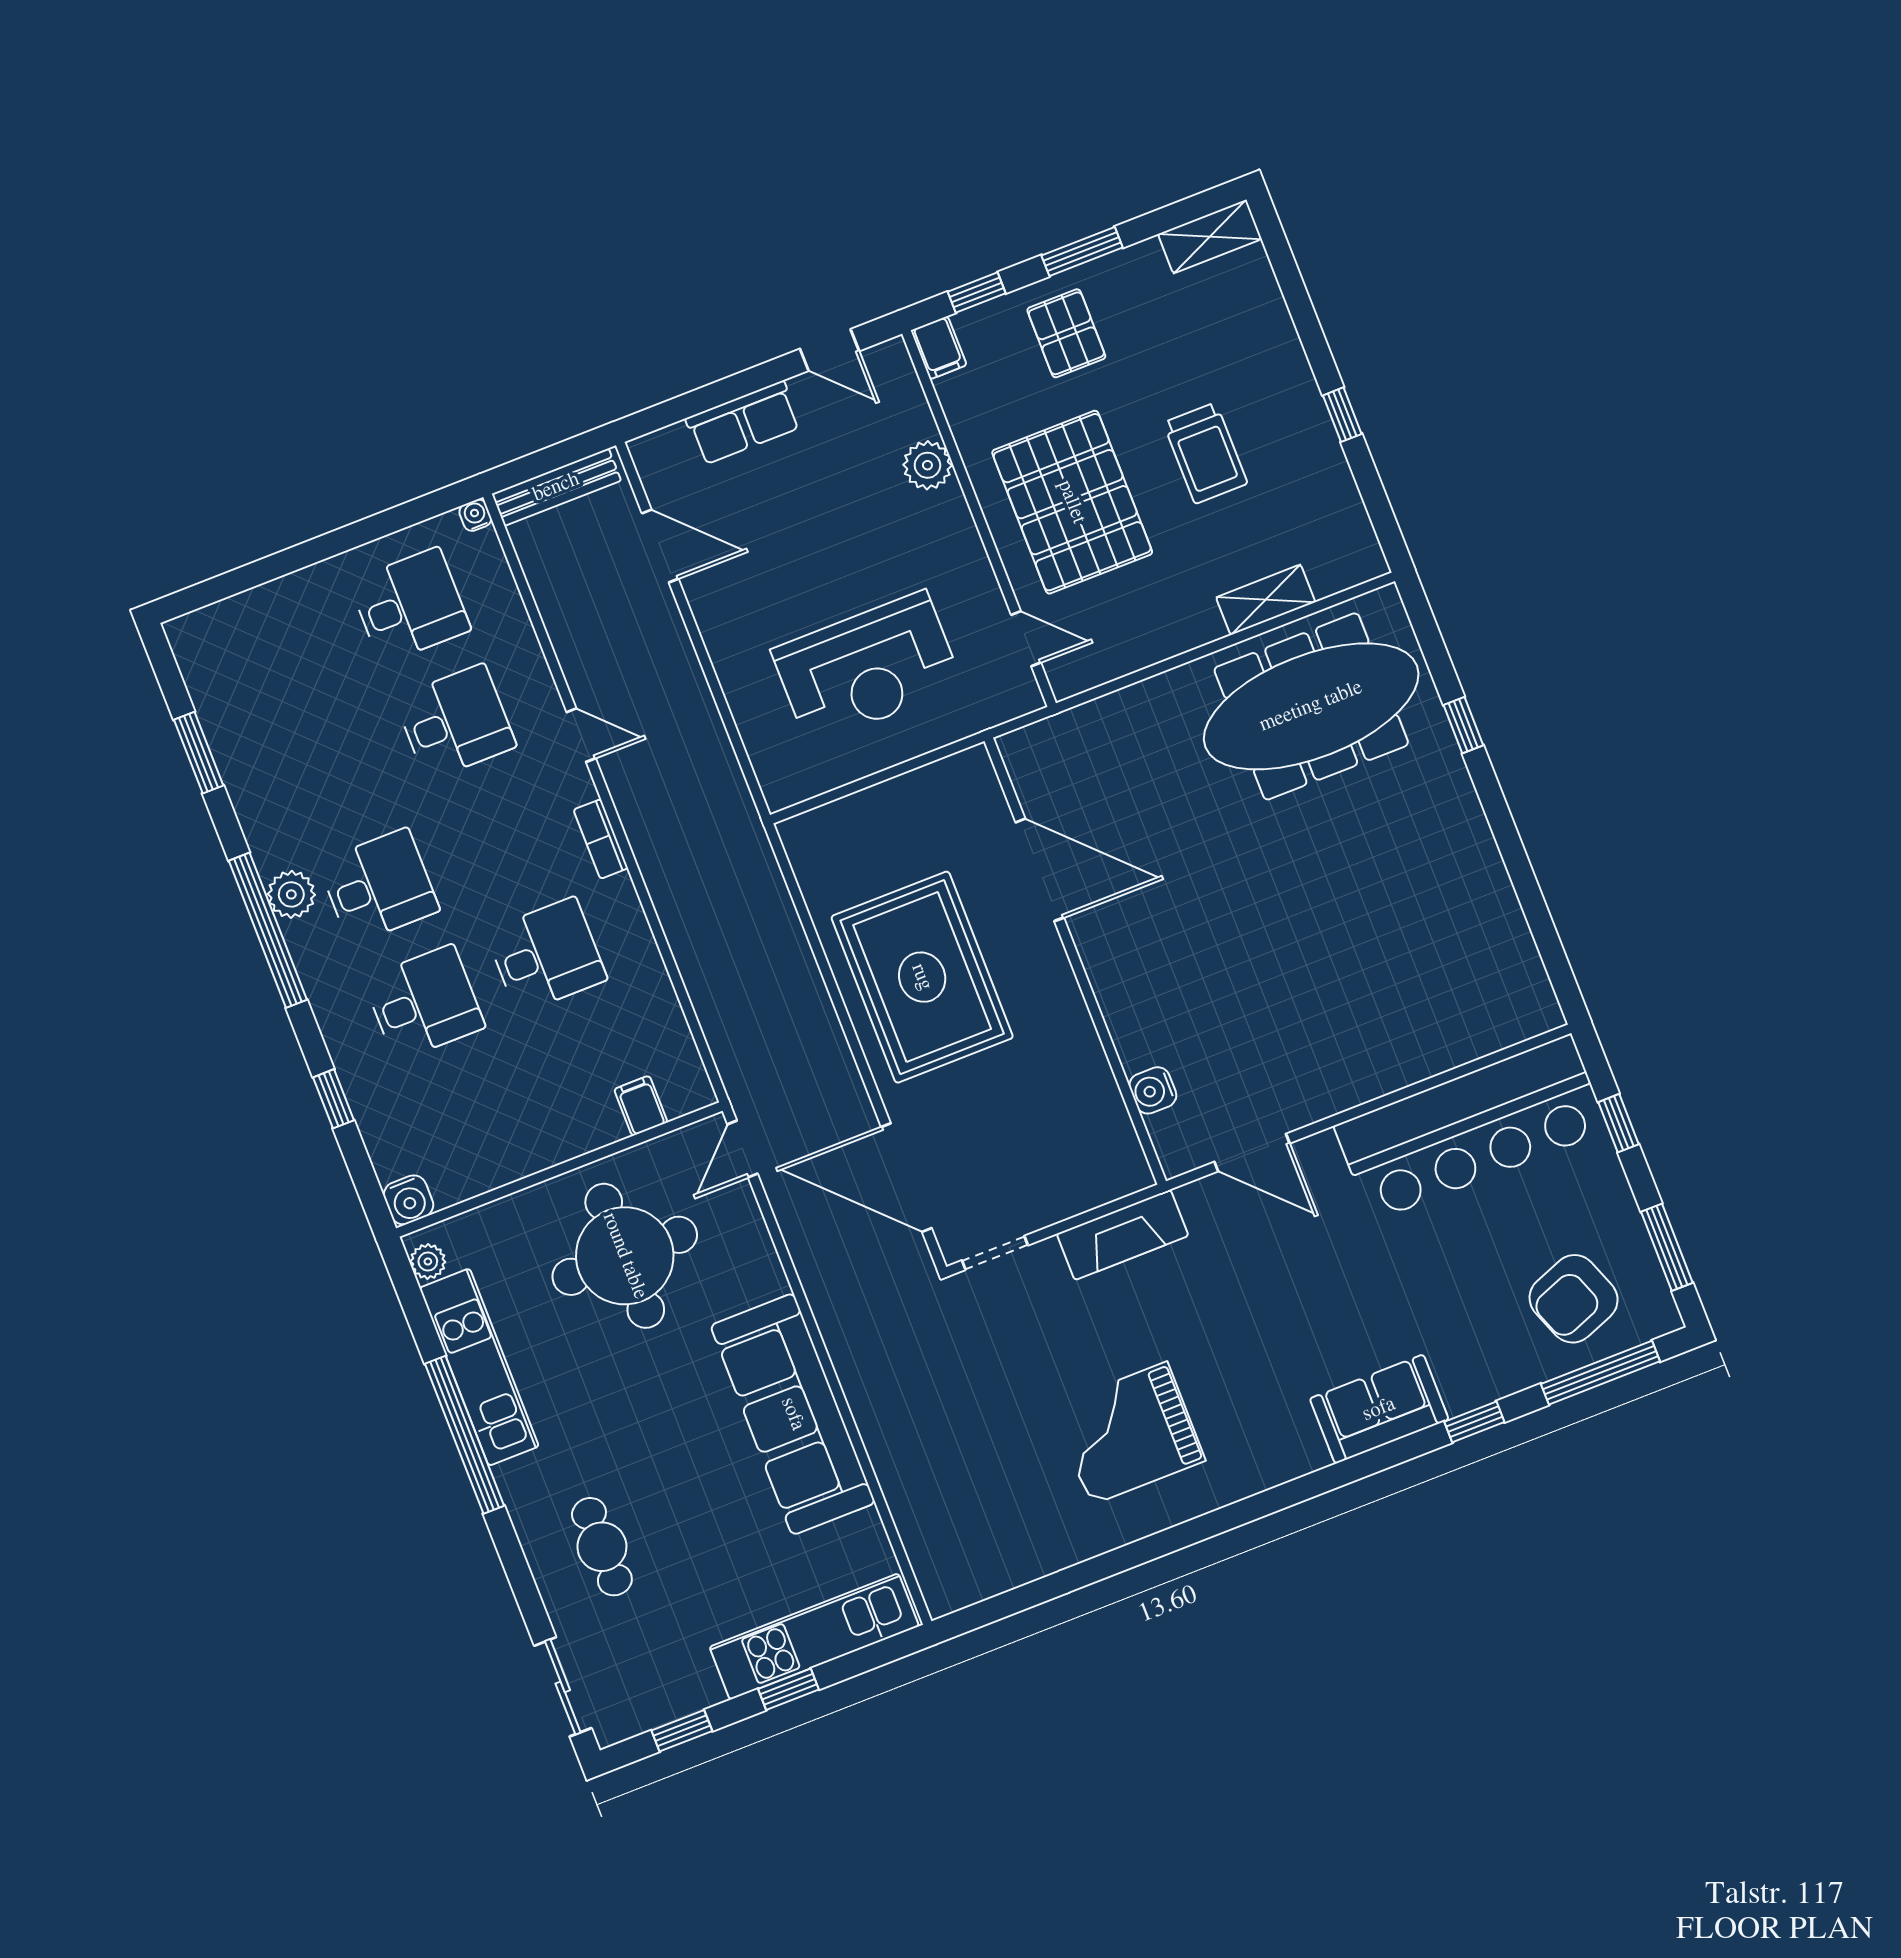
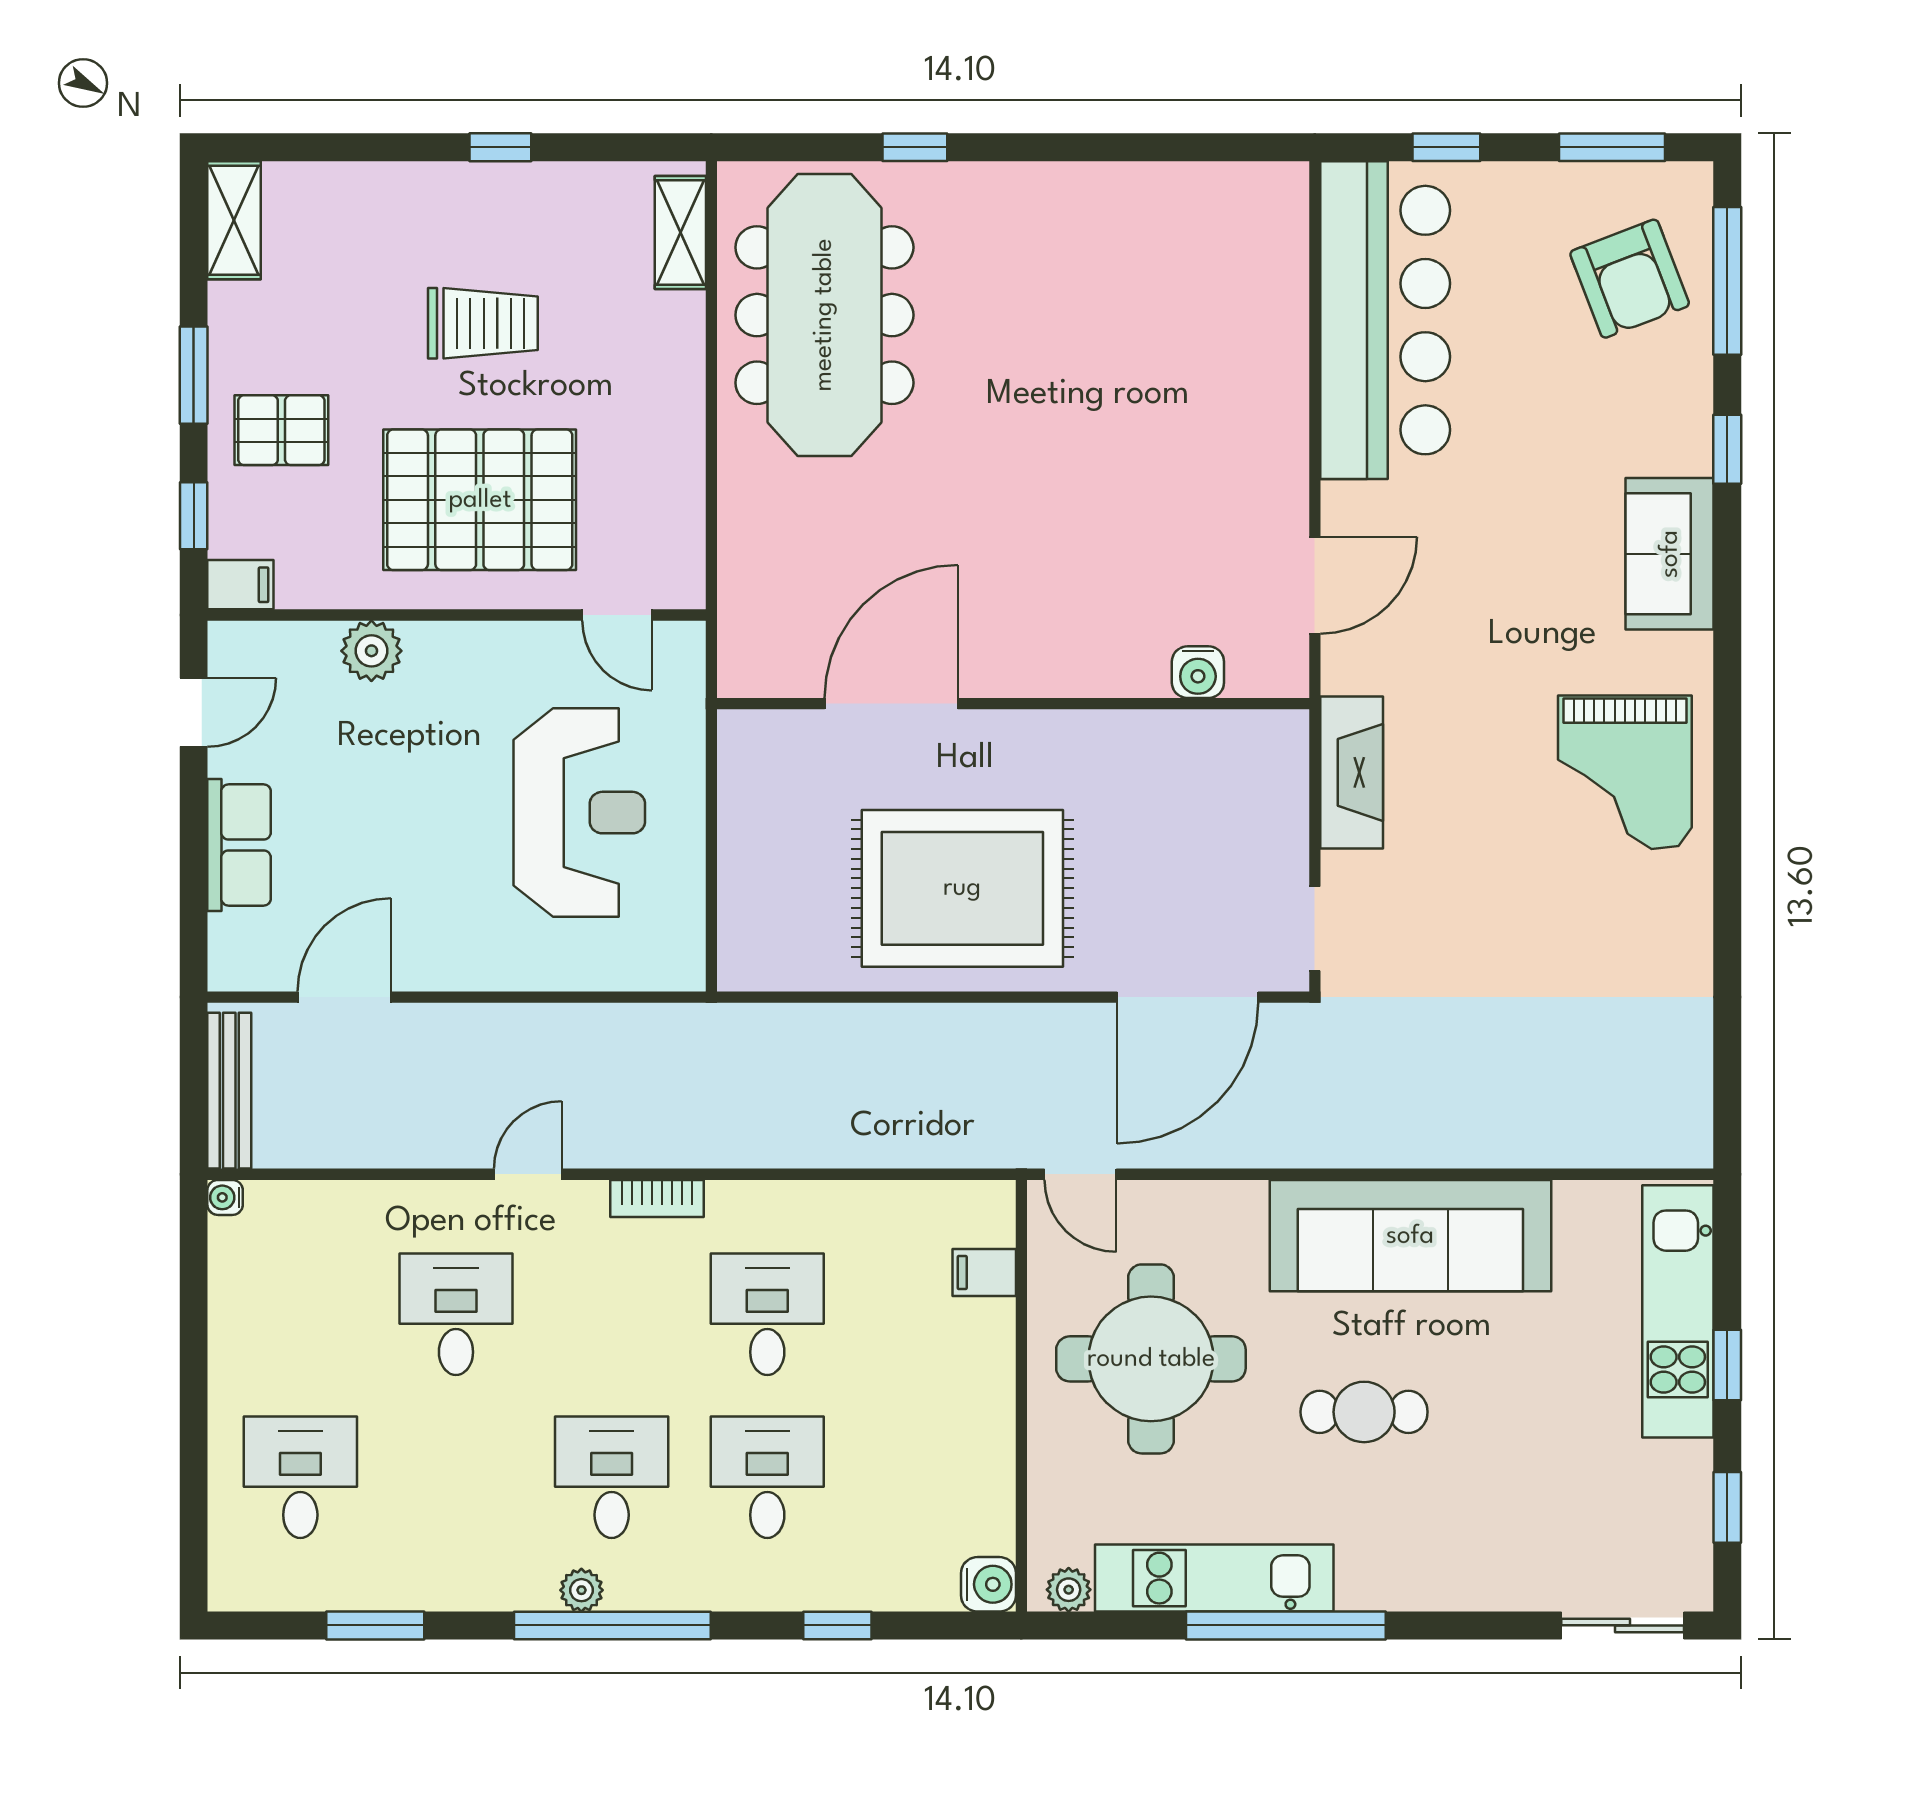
shelving: (1266, 600) -> (680, 233), moved
desk: (410, 606) -> (300, 1477), moved
door: (1026, 639) -> (617, 615), swing flipped
plant: (291, 894) -> (581, 1590), width x0.73, depth x0.73
grand piano: (1129, 1433) -> (1625, 772), moved
cafe table: (602, 1547) -> (1364, 1412), moved

